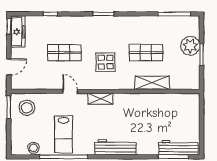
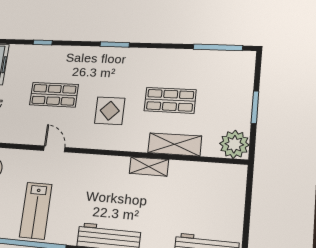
plant: (190, 46) -> (234, 144), moved
shelving: (100, 99) -> (149, 167), moved

